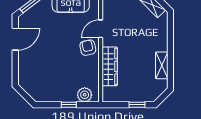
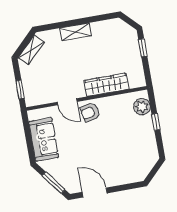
shelving: (162, 65) -> (76, 32), moved

